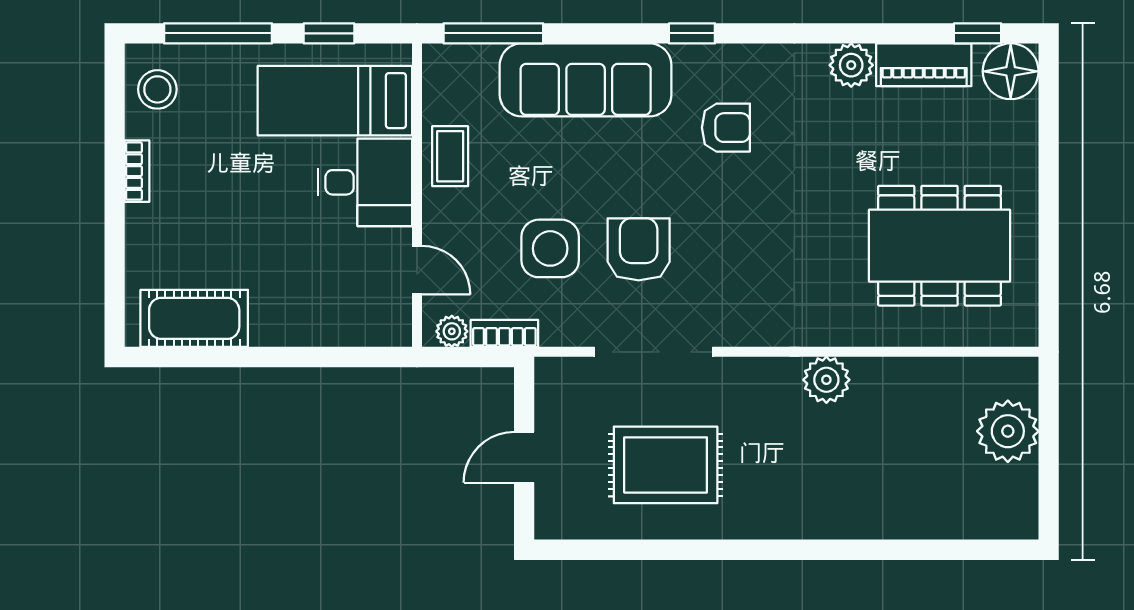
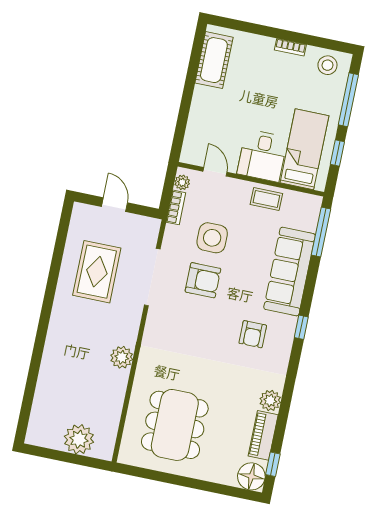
door: (417, 270) -> (215, 172), swing flipped

